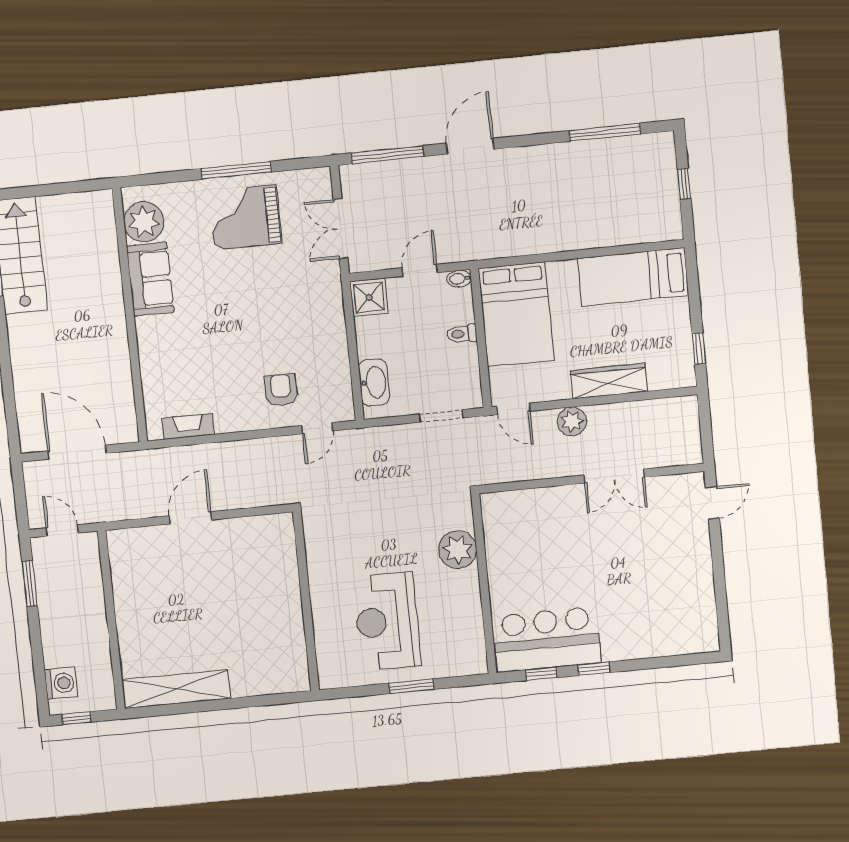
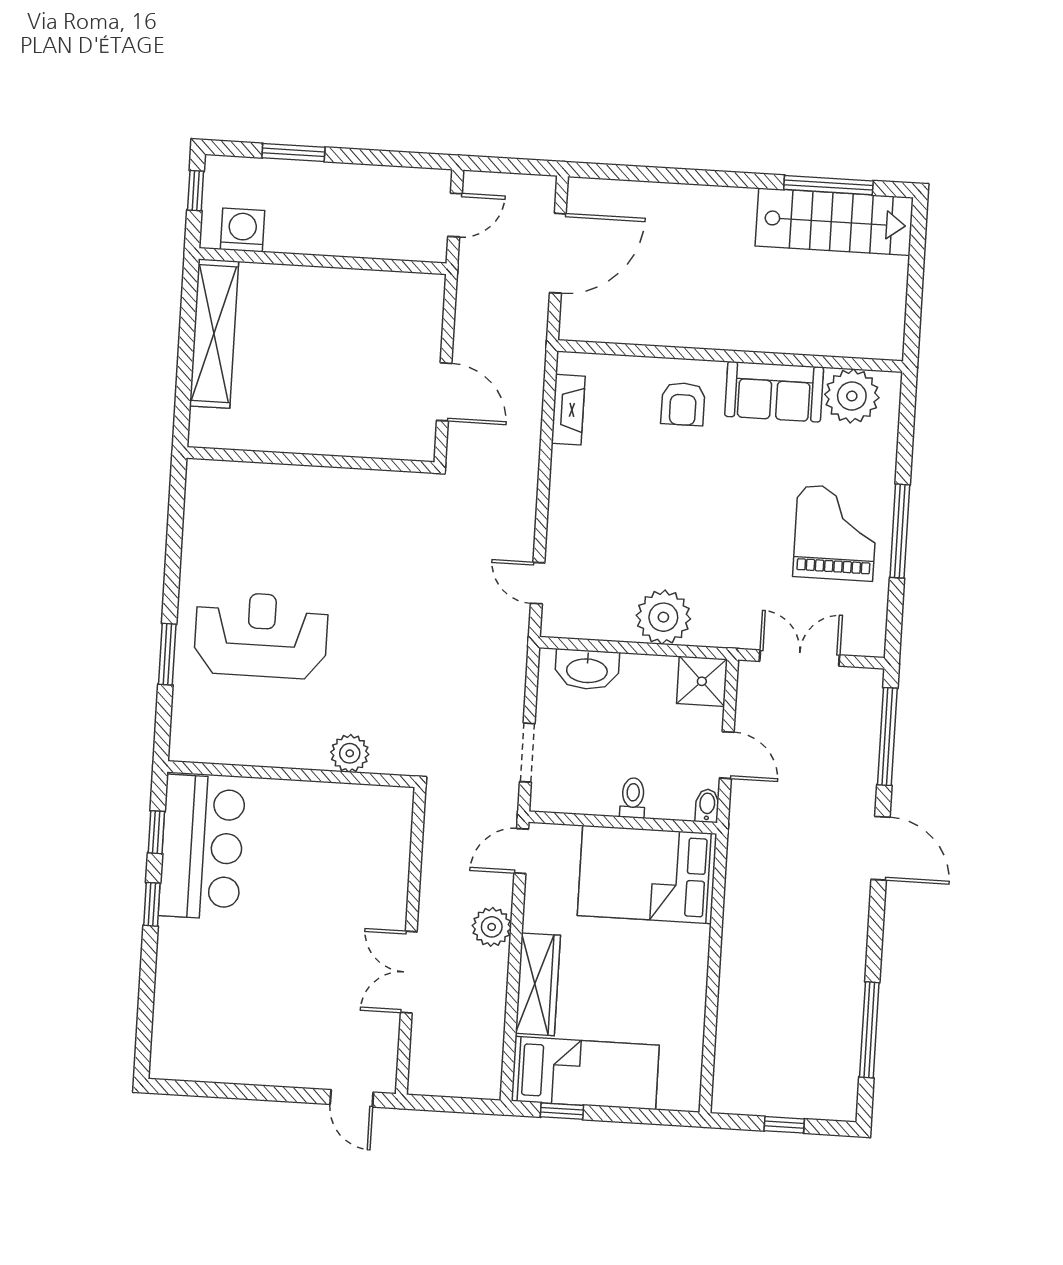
bed: (633, 277) -> (585, 1073), moved, turned 90
plant: (327, 333) -> (663, 617), added
armchair: (281, 390) -> (683, 404), moved, turned 90
plant: (458, 550) -> (350, 753), width x0.73, depth x0.73
window: (30, 584) -> (293, 152), moved
wall: (306, 601) -> (310, 460), moved
washing machine: (61, 683) -> (243, 230), moved, turned 180

